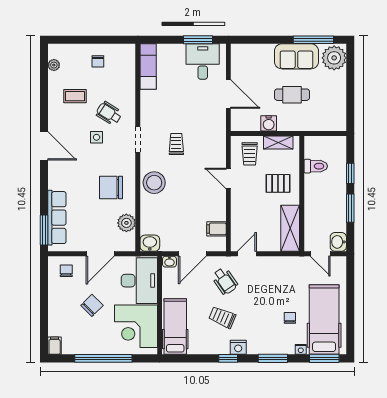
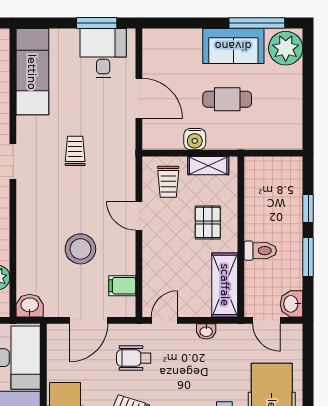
exam couch: (148, 66) -> (32, 72), width x1.36, depth x1.45
trolley: (176, 144) -> (75, 151), moved
toilet: (316, 166) -> (260, 251), moved
stool: (154, 183) -> (80, 249), moved
pallet: (278, 183) -> (208, 222), turned 90
washbasin: (169, 262) -> (206, 331), moved
wheelchair: (225, 281) -> (134, 358), turned 125

